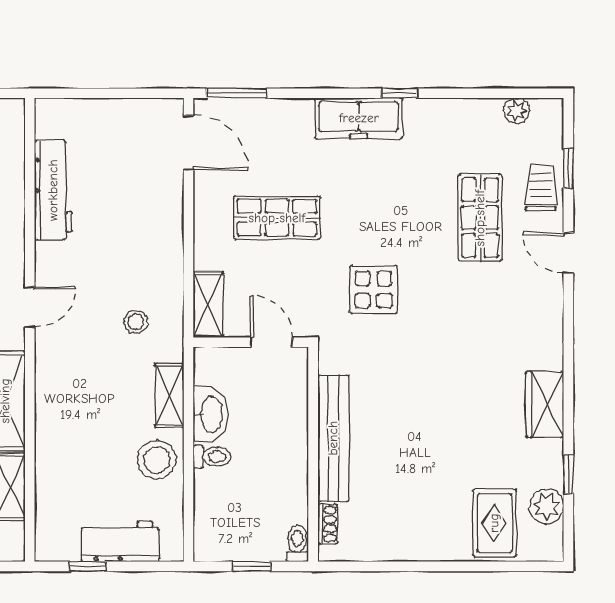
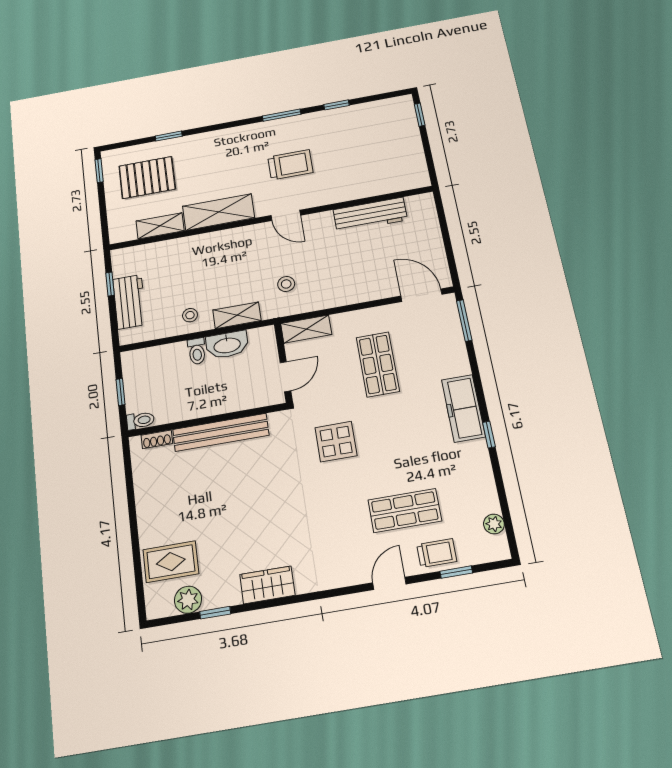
door: (189, 143) -> (421, 295), swing flipped
stool: (157, 460) -> (190, 315), width x0.53, depth x0.53

